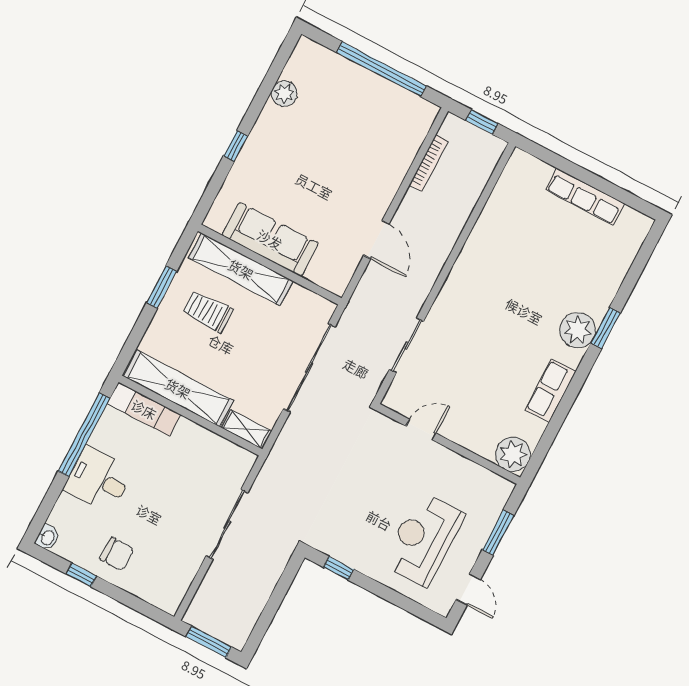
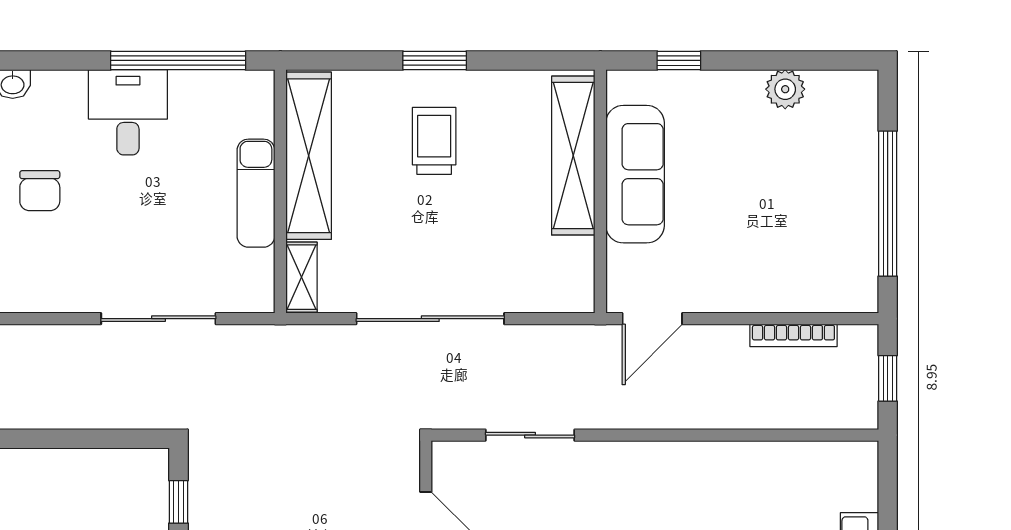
sofa: (270, 239) -> (635, 174), moved
wall: (270, 265) -> (600, 191), moved
shelving: (241, 269) -> (573, 156), moved
exam couch: (144, 409) -> (256, 193), moved

